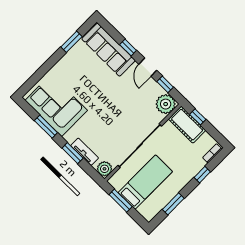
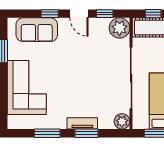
sofa: (109, 50) -> (37, 30), width x0.73
corner sofa: (56, 105) -> (27, 87), moved, turned 90
tv unit: (85, 152) -> (82, 123), moved

